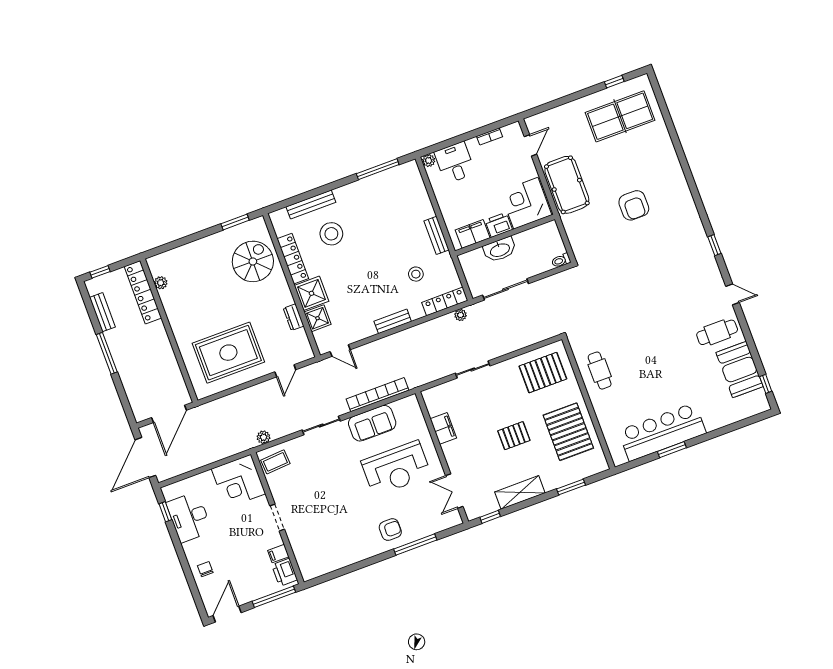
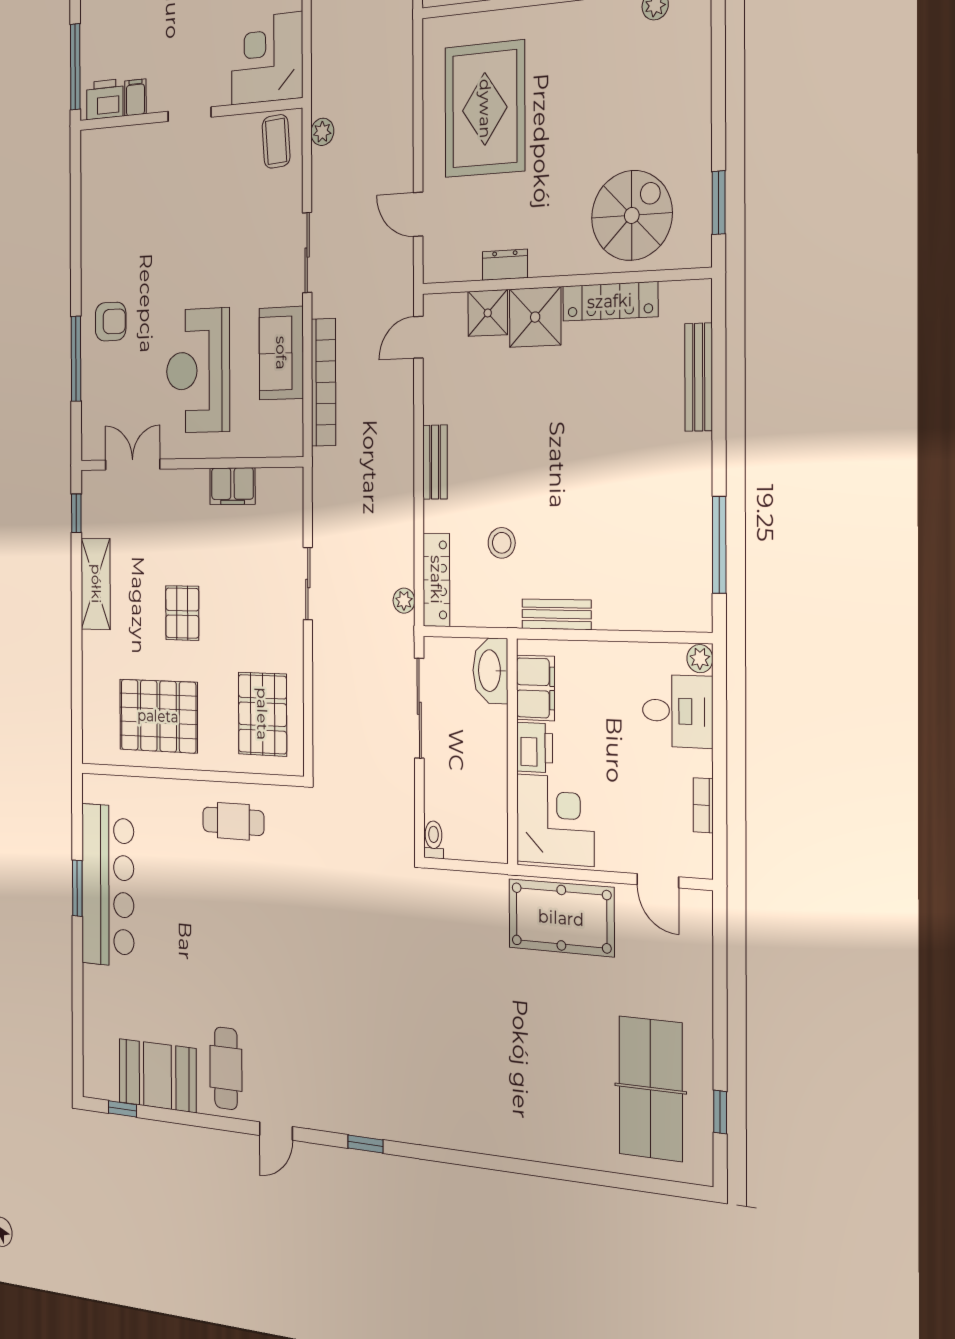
armchair: (634, 205) -> (482, 1029), removed
stool: (331, 234) -> (630, 399), removed
washbasin: (500, 250) -> (490, 671), moved
spiral stairs: (253, 261) -> (632, 215), turned -90
window: (571, 487) -> (77, 680), removed
armchair: (390, 530) -> (111, 322), turned -90

